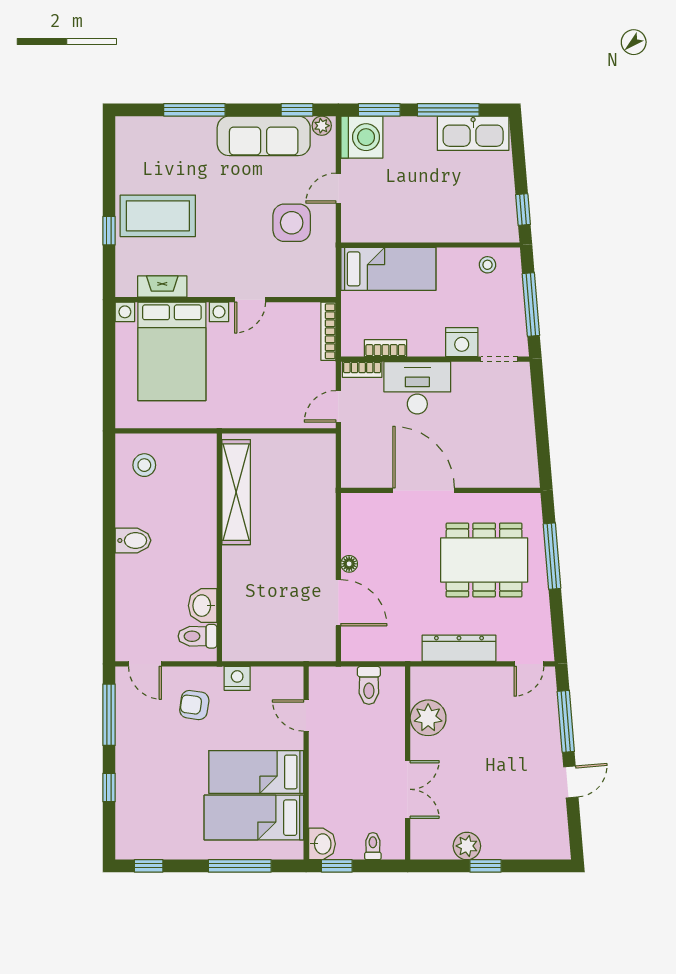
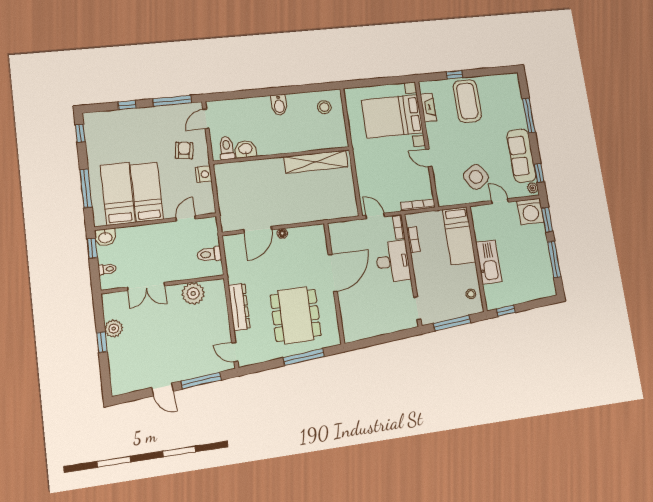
kitchen sink: (473, 133) -> (489, 262), moved, turned 180
side table: (292, 223) -> (476, 177), turned -34
nightstand: (462, 342) -> (424, 284), removed

